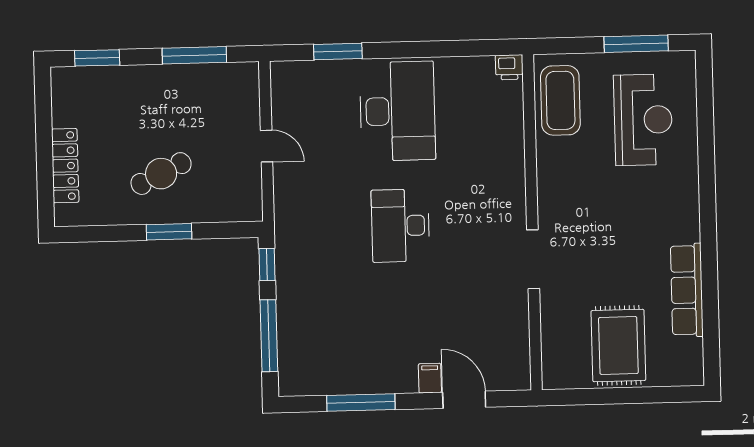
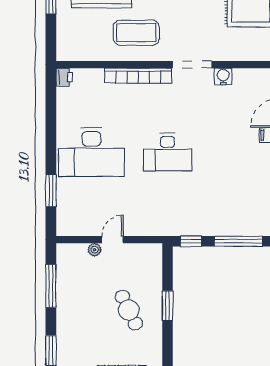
coffee table: (560, 100) -> (136, 33), moved
desk: (397, 111) -> (91, 152), turned 180
plant: (251, 120) -> (95, 250), added
bookcase: (514, 178) -> (138, 76), added
water cooler: (516, 306) -> (223, 76), added

